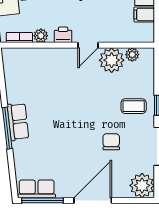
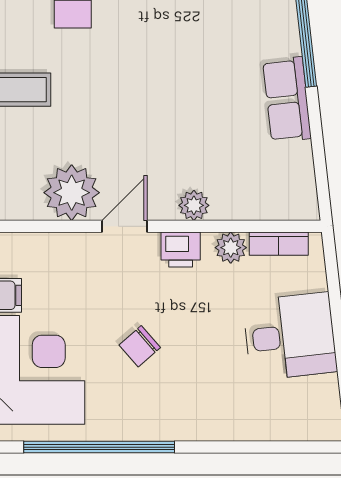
plant: (132, 55) -> (194, 205), moved
row of seats: (18, 122) -> (287, 100), moved

